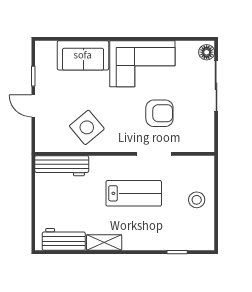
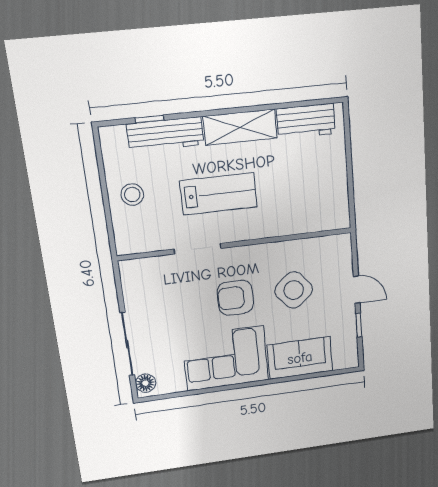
armchair: (159, 113) -> (235, 298), moved
side table: (87, 127) -> (294, 290), moved
workbench: (62, 166) -> (165, 134), moved, turned 180
lab bench: (134, 193) -> (219, 194), turned 180
shelving: (104, 243) -> (240, 127), width x1.50, depth x1.33

